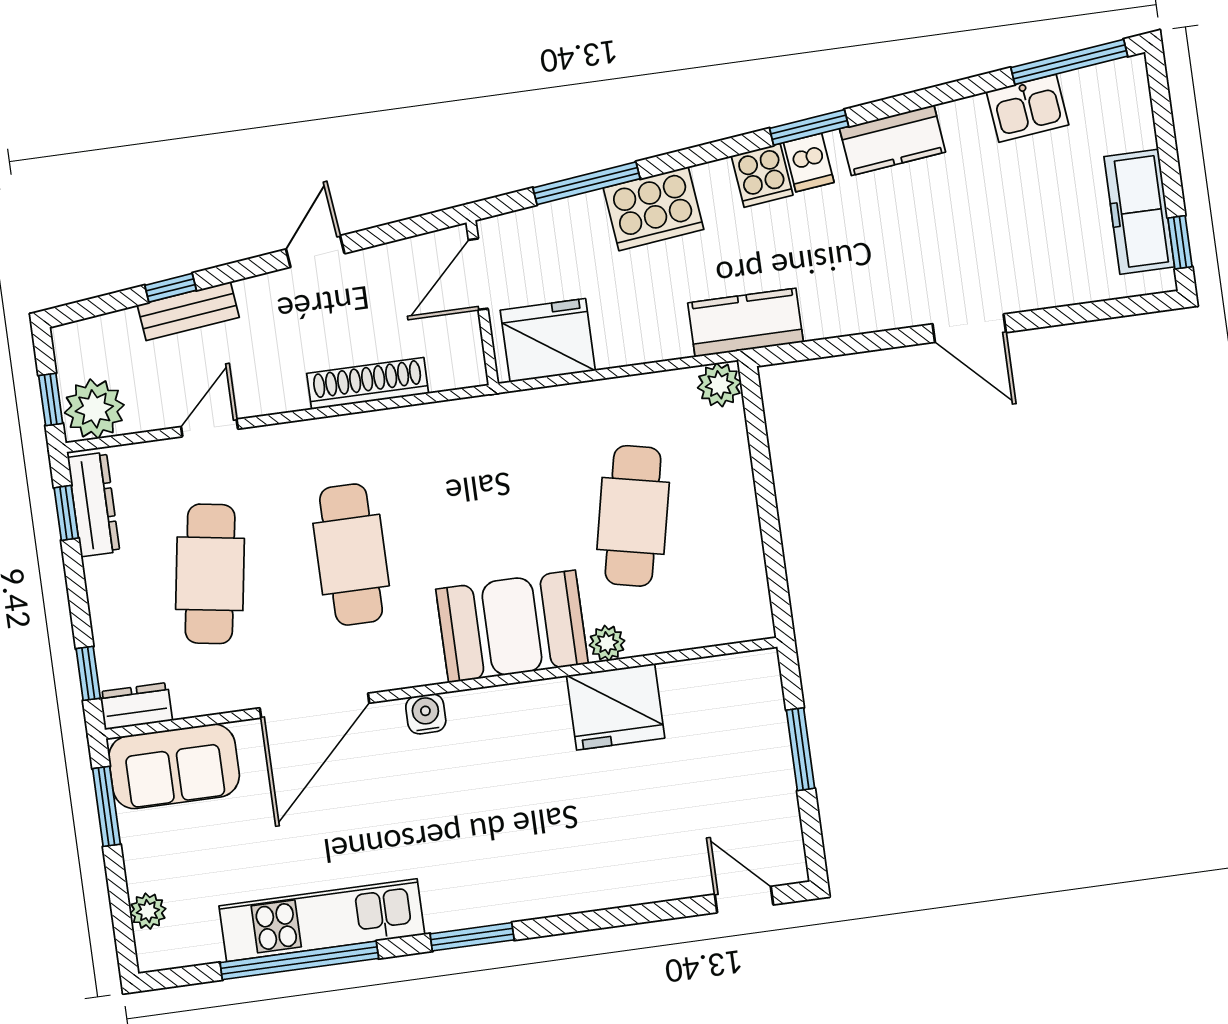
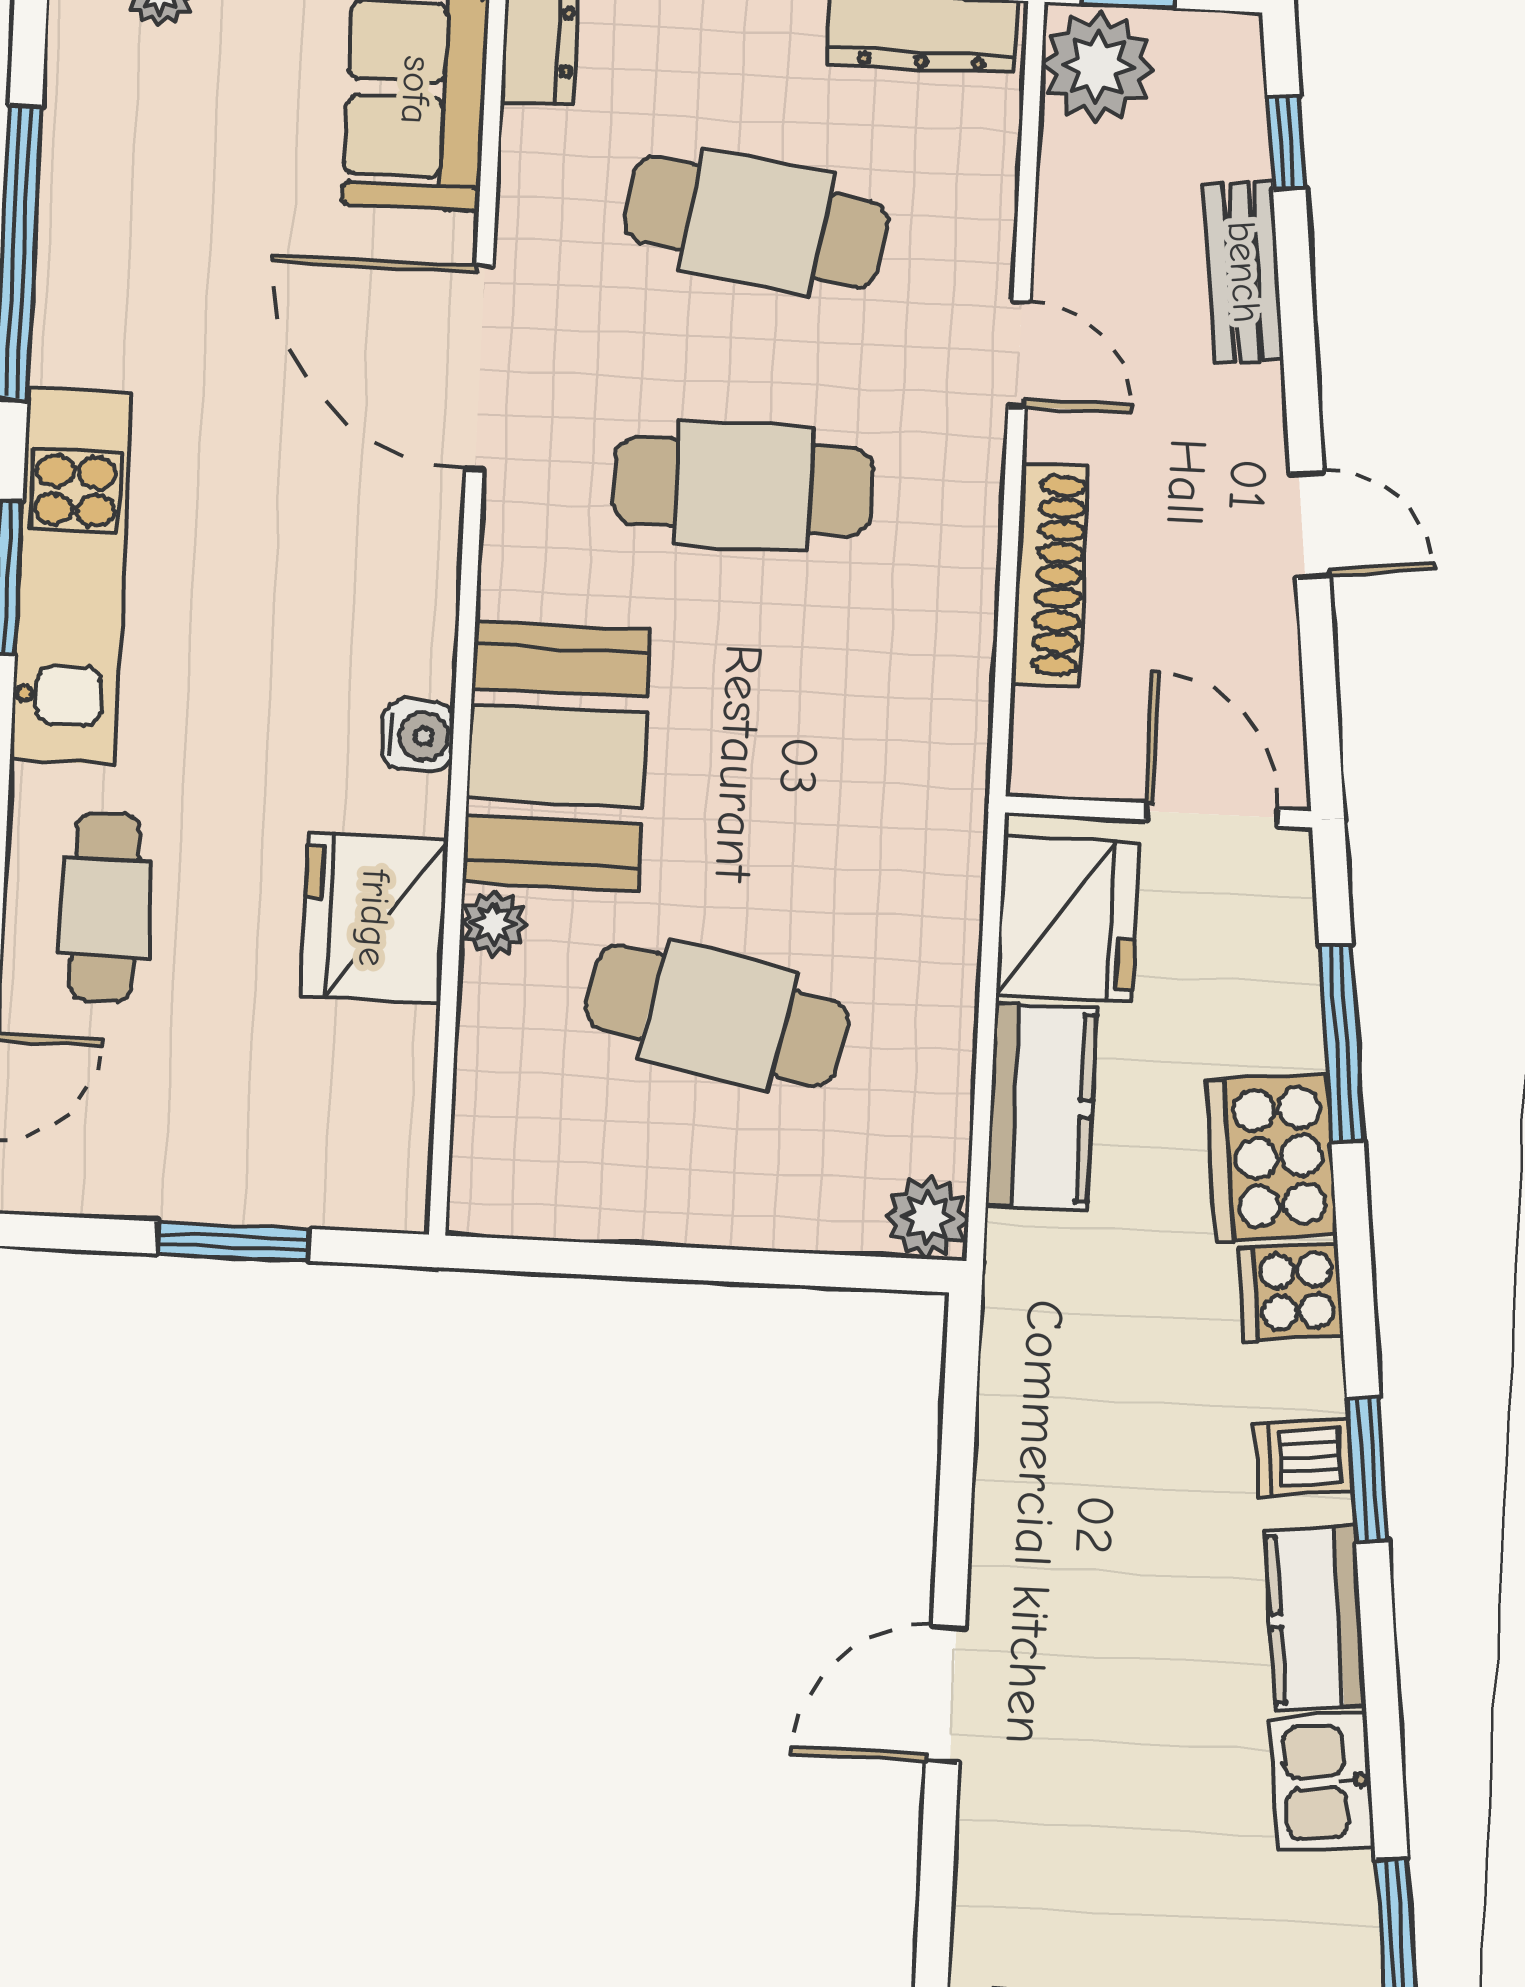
kitchen sink: (1028, 108) -> (1322, 1782), moved
cooker: (762, 175) -> (1291, 1292), moved
window: (171, 288) -> (1286, 143), moved
kitchen counter: (745, 323) -> (1041, 1106), moved
door: (209, 428) -> (1019, 353), moved
water cooler: (426, 714) -> (418, 736), moved
cafe table: (637, 850) -> (105, 908), added
kitchen unit: (322, 920) -> (71, 576), moved

